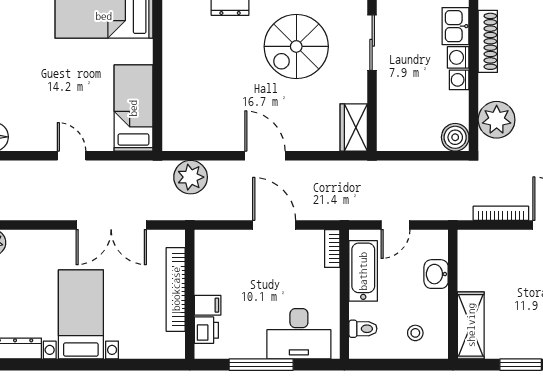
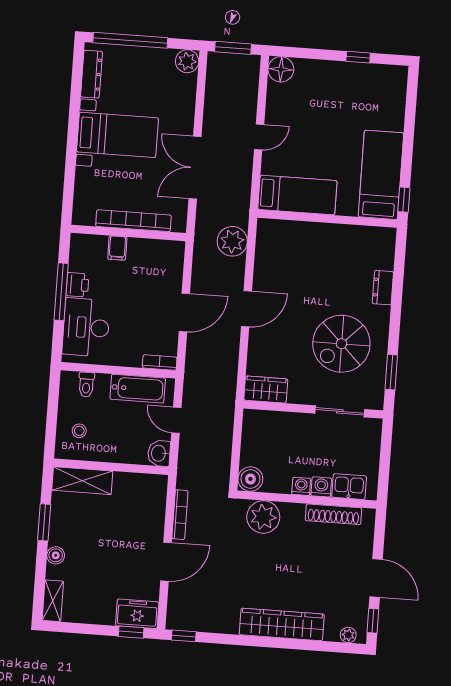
spiral stairs: (296, 46) -> (341, 344), turned -90
washbasin: (436, 274) -> (159, 453), moved, turned -90
printer: (206, 330) -> (78, 285), moved, turned -90

